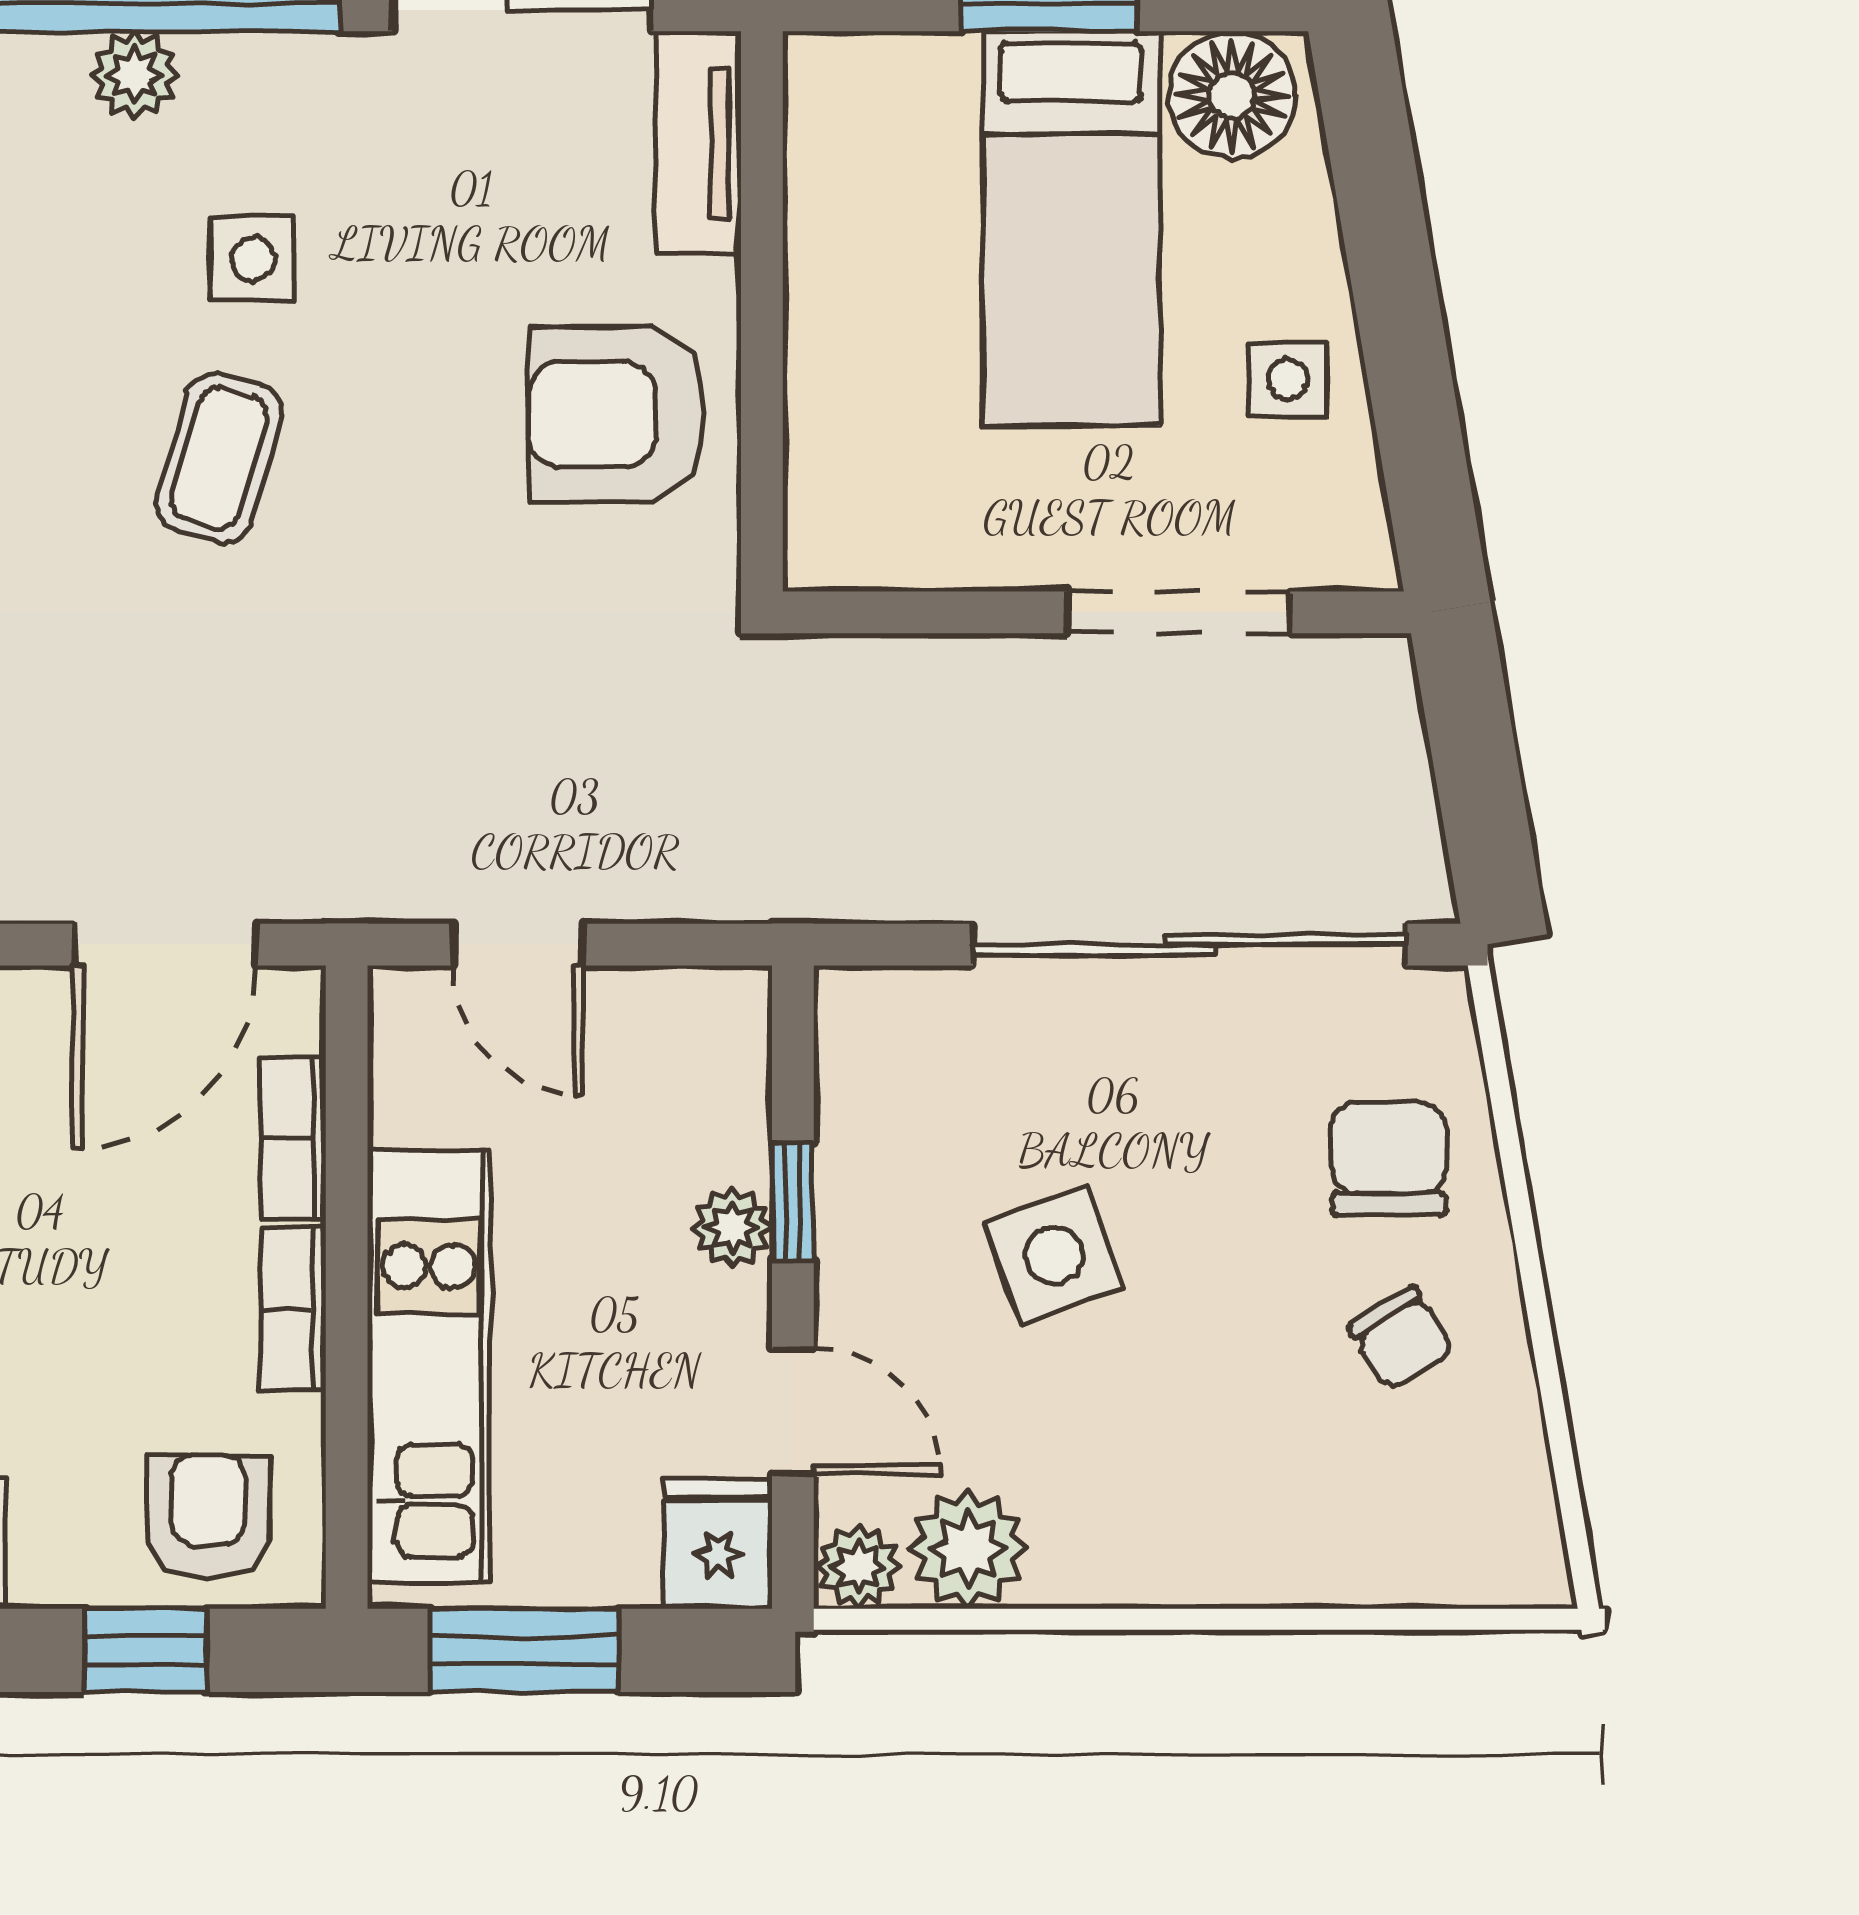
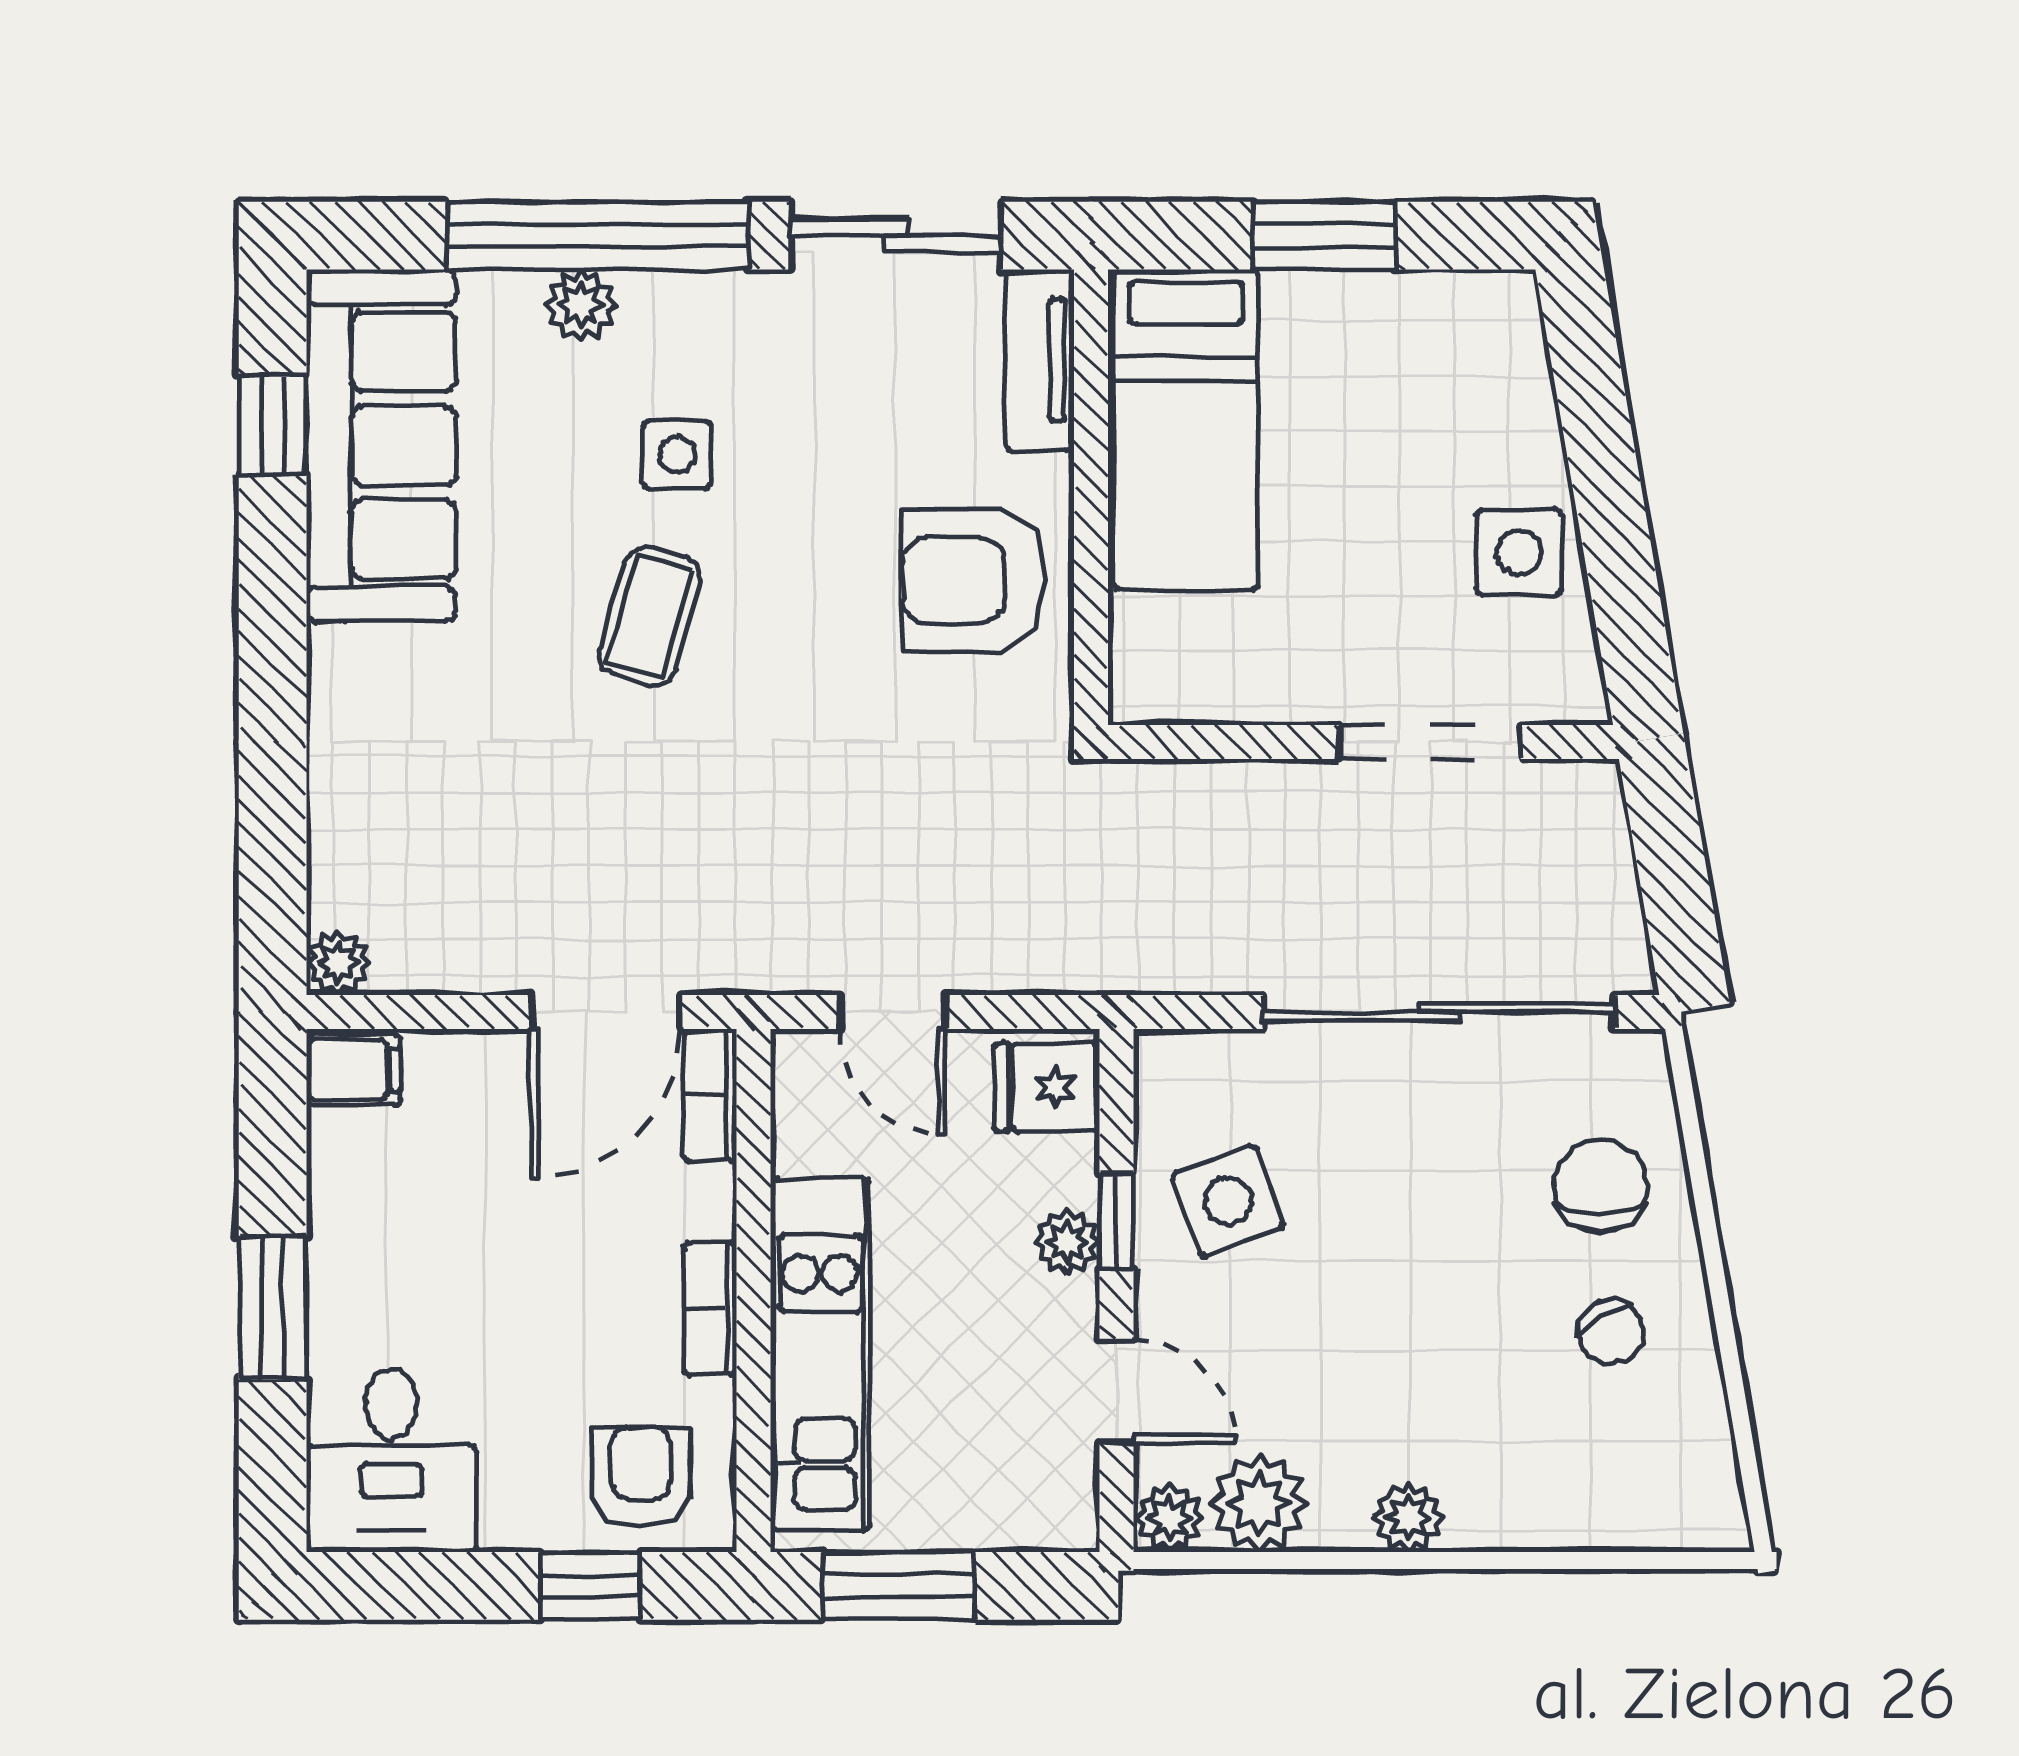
floor lamp: (1232, 95) -> (1473, 321), removed
bed: (1071, 228) -> (1186, 430), moved
side table: (1288, 379) -> (1519, 552), width x1.37, depth x1.37
bookcase: (293, 1138) -> (710, 1095), moved
side table: (1054, 1255) -> (1228, 1201), moved
fridge: (718, 1544) -> (1047, 1087), moved, turned -90
plant: (1152, 1566) -> (1408, 1517), added

